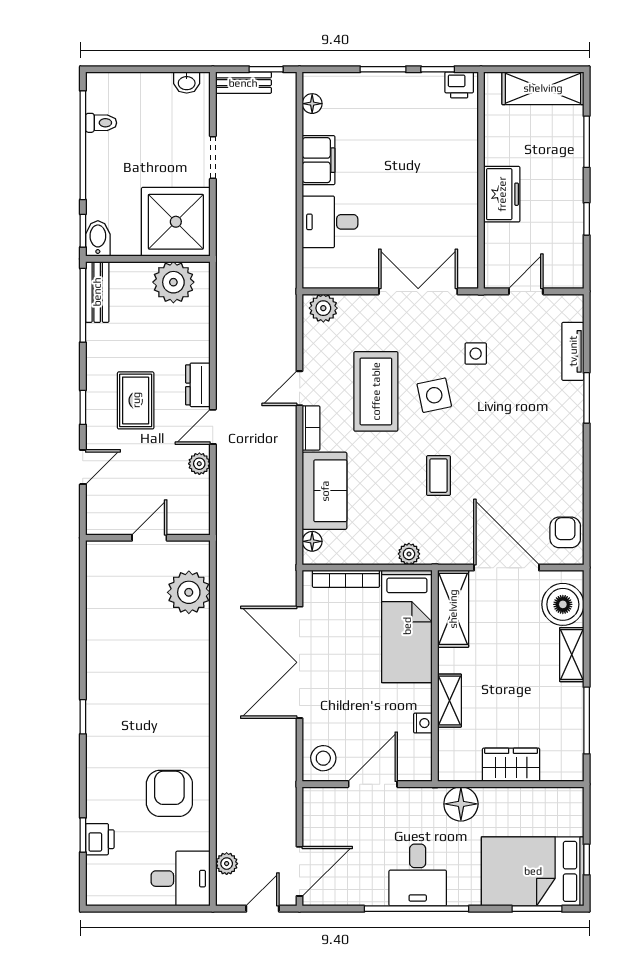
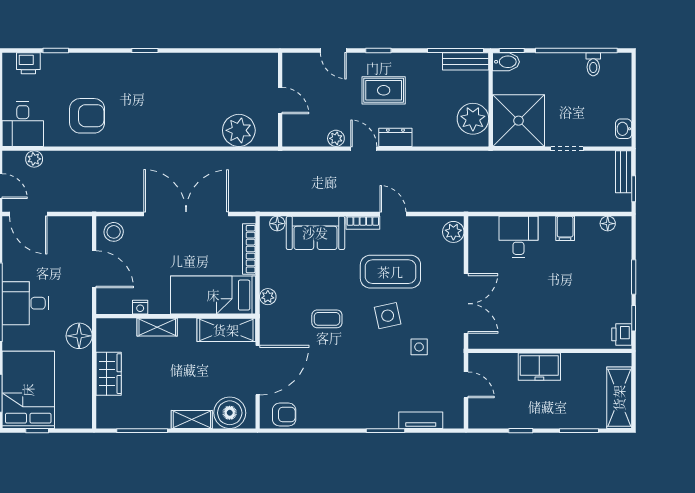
filing cabinet: (319, 160) -> (565, 228), width x0.50
printer: (100, 839) -> (28, 63), moved

